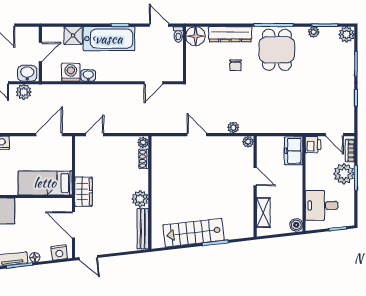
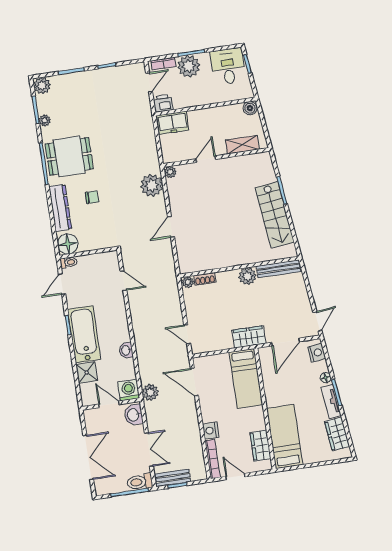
washing machine: (71, 72) -> (129, 390), moved, turned 90
plant: (24, 92) -> (150, 392), moved
plant: (233, 127) -> (152, 185), width x1.88, depth x1.88
desk: (322, 205) -> (228, 66), moved, turned 180

